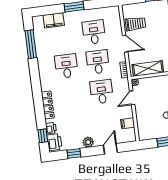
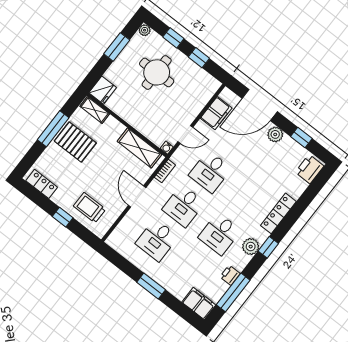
filing cabinet: (54, 20) -> (199, 304), moved
trolley: (135, 24) -> (89, 208), moved
plant: (45, 75) -> (251, 247), added
filing cabinet: (128, 123) -> (216, 113), width x2.00
printer: (51, 128) -> (230, 275), moved
window: (43, 136) -> (268, 247), moved
door: (110, 149) -> (260, 105), width x1.88

